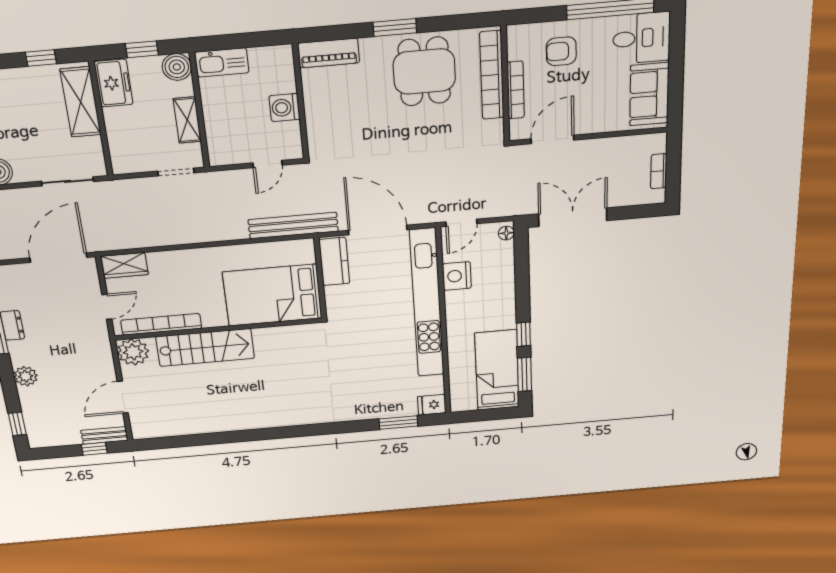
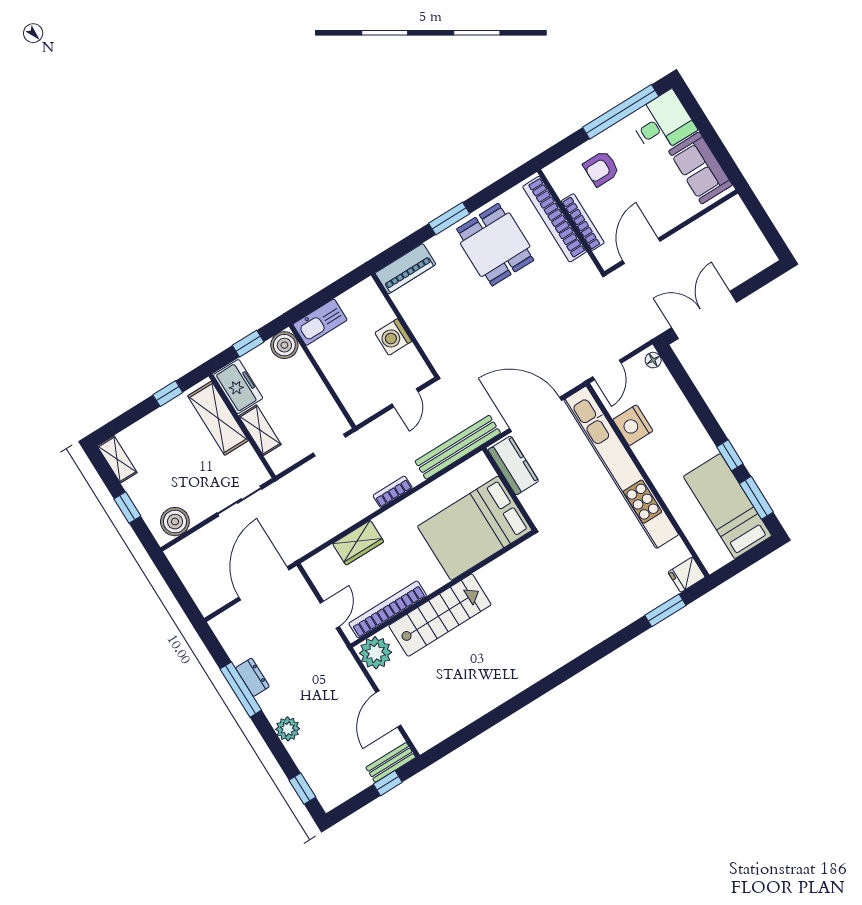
shelving: (187, 120) -> (260, 430), moved
bookcase: (659, 171) -> (393, 492), moved, turned 90
wardrobe: (124, 265) -> (358, 543), moved

